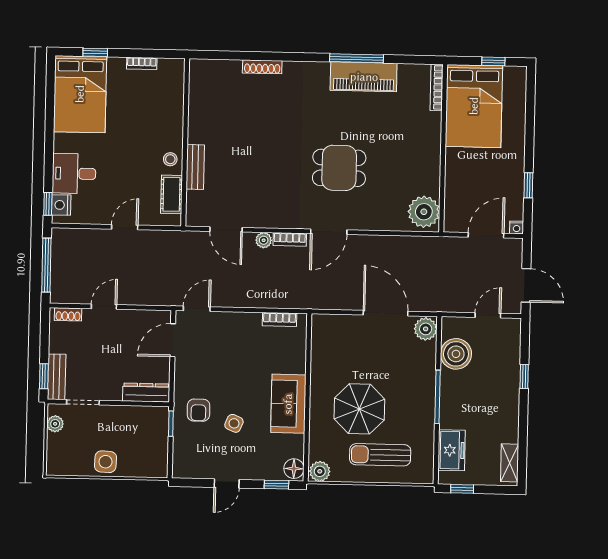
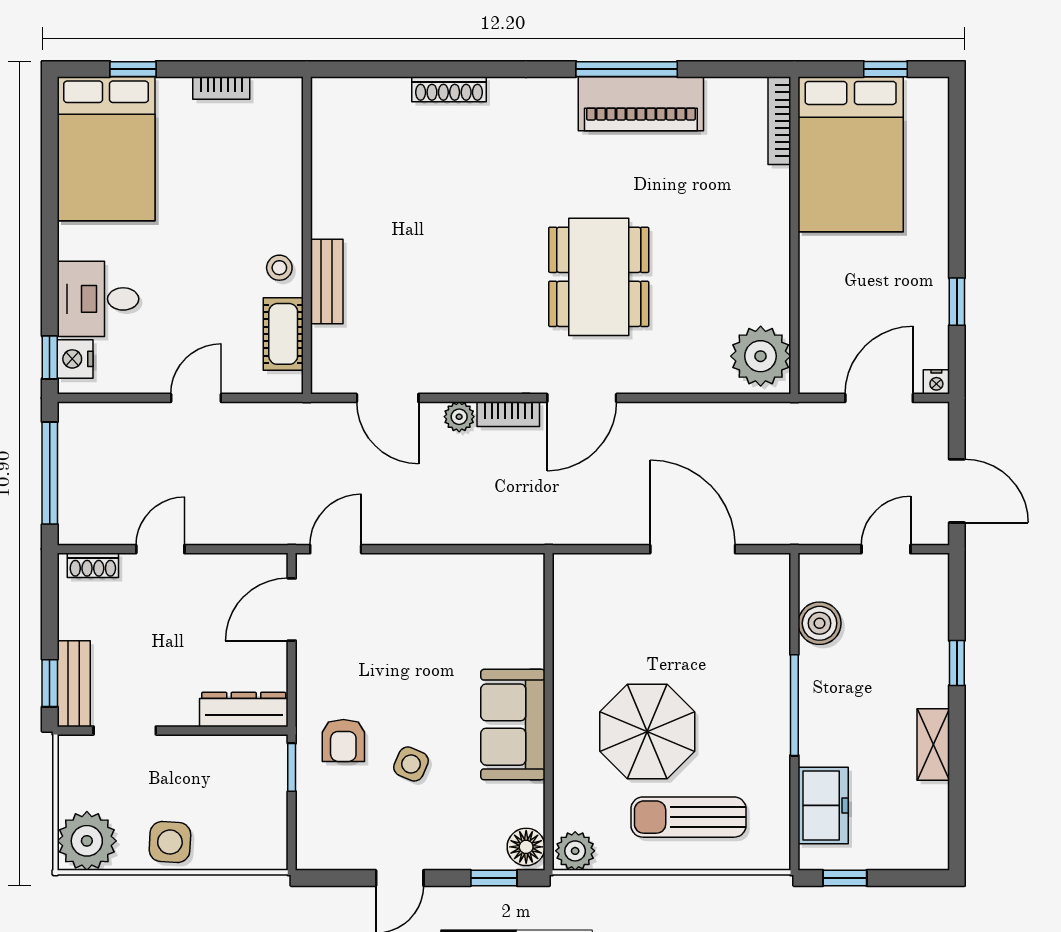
dining table: (339, 168) -> (599, 277), width x1.38
bookcase: (279, 319) -> (492, 566), removed
plant: (426, 329) -> (769, 577), removed
boiler: (456, 354) -> (820, 623), width x0.73, depth x0.73
plant: (55, 424) -> (87, 841), moved, width x1.87, depth x1.87
shelving: (510, 463) -> (933, 745), moved

